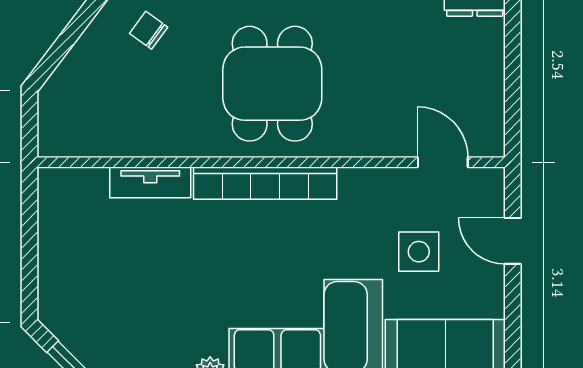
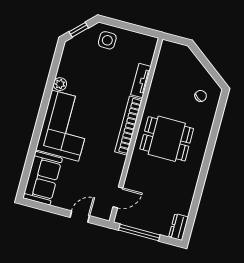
window: (513, 89) -> (139, 232), added
side table: (419, 252) -> (107, 40), moved

